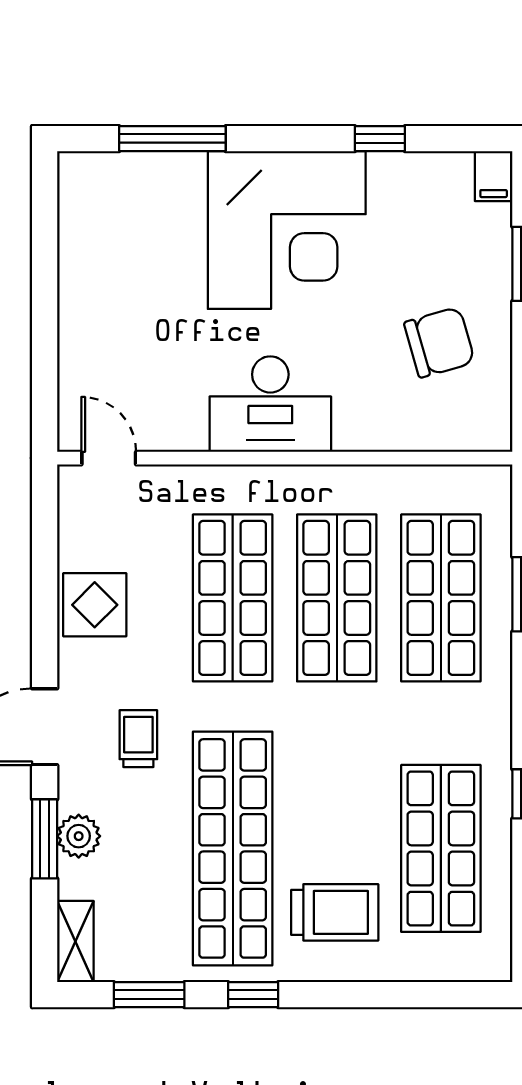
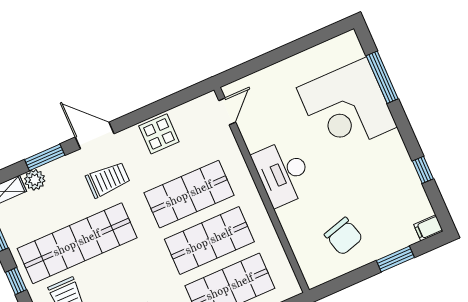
corner desk: (287, 230) -> (347, 107), moved
trolley: (138, 739) -> (108, 180), width x1.36, depth x1.39
plant: (79, 836) -> (35, 180), moved

